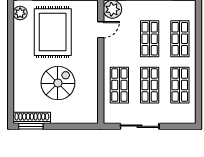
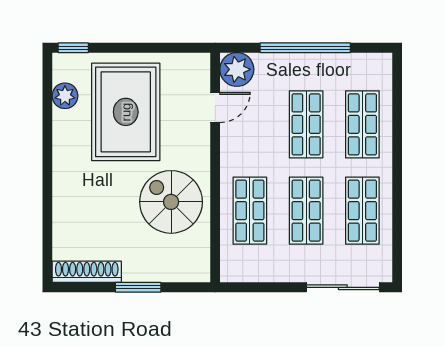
plant: (20, 13) -> (65, 96), moved
spiral stairs: (58, 83) -> (171, 202), moved, turned -90
window: (31, 126) -> (138, 287), moved
sliding door: (140, 126) -> (343, 287), moved

